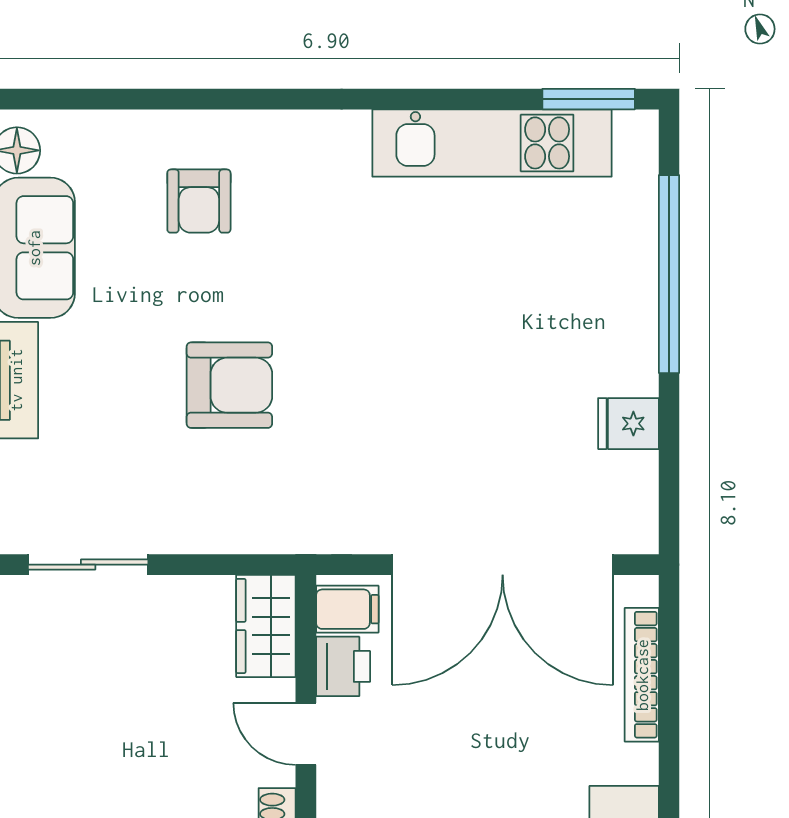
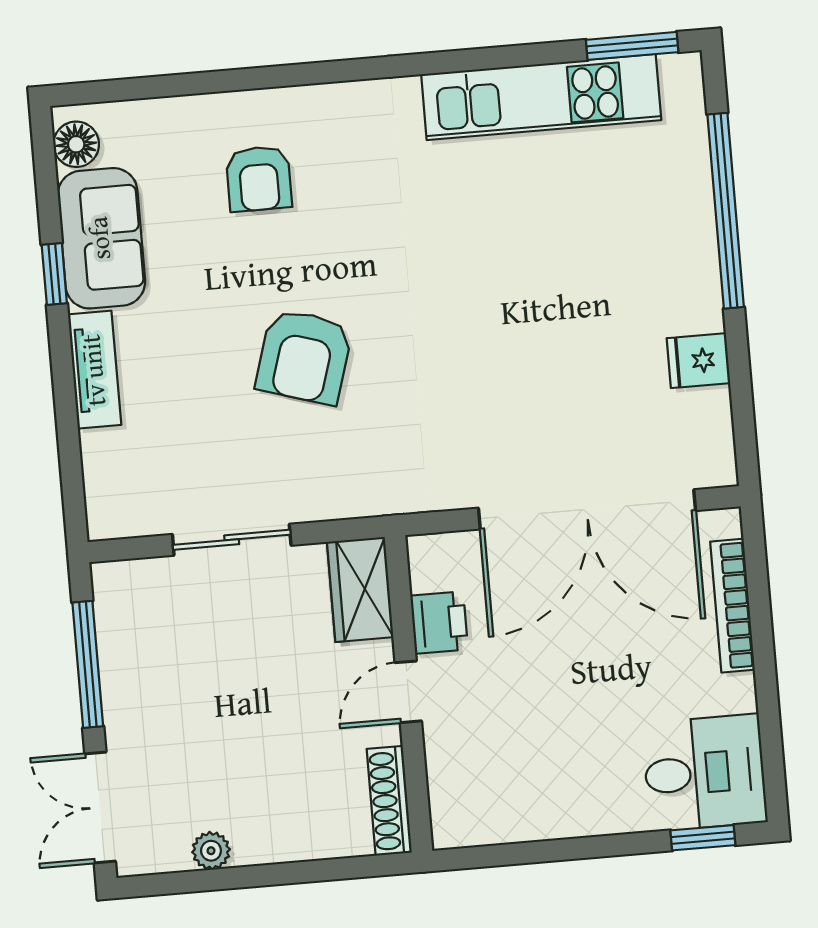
armchair: (229, 385) -> (304, 356), turned 107
sliding door: (88, 565) -> (232, 540), moved
filing cabinet: (347, 609) -> (439, 566), removed
door: (306, 734) -> (408, 692), hinge flipped

